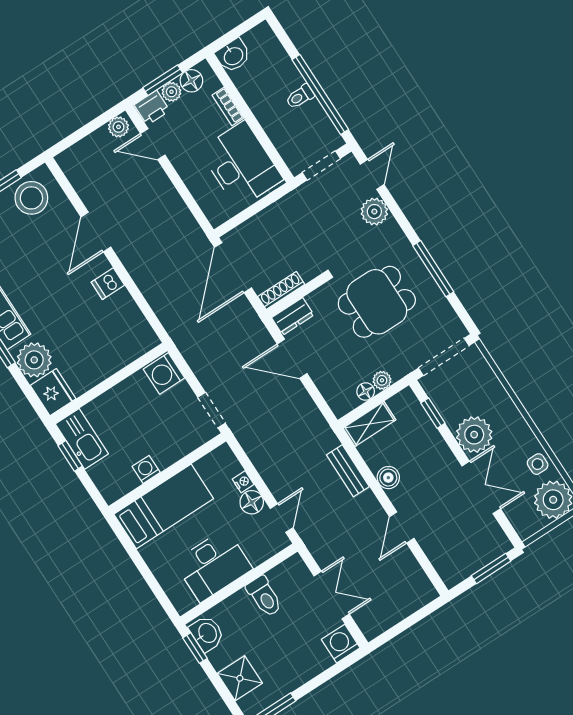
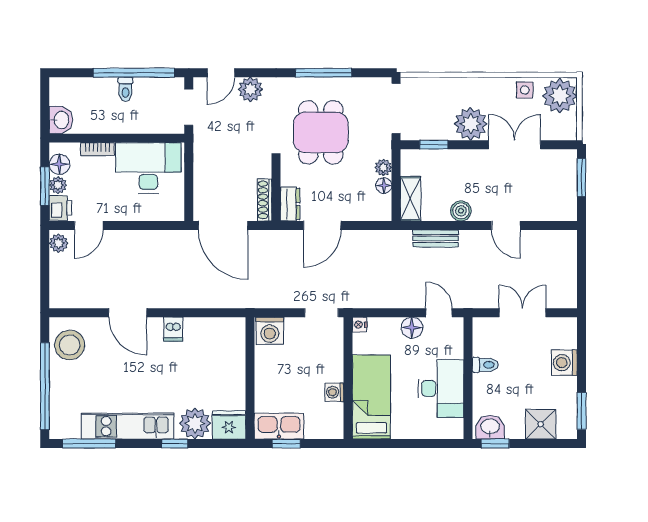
door: (372, 174) -> (221, 73), swing flipped
nightstand: (243, 482) -> (360, 325), moved, turned -90
toilet: (264, 596) -> (485, 365), width x0.73, depth x0.72
washing machine: (341, 644) -> (564, 363), moved

